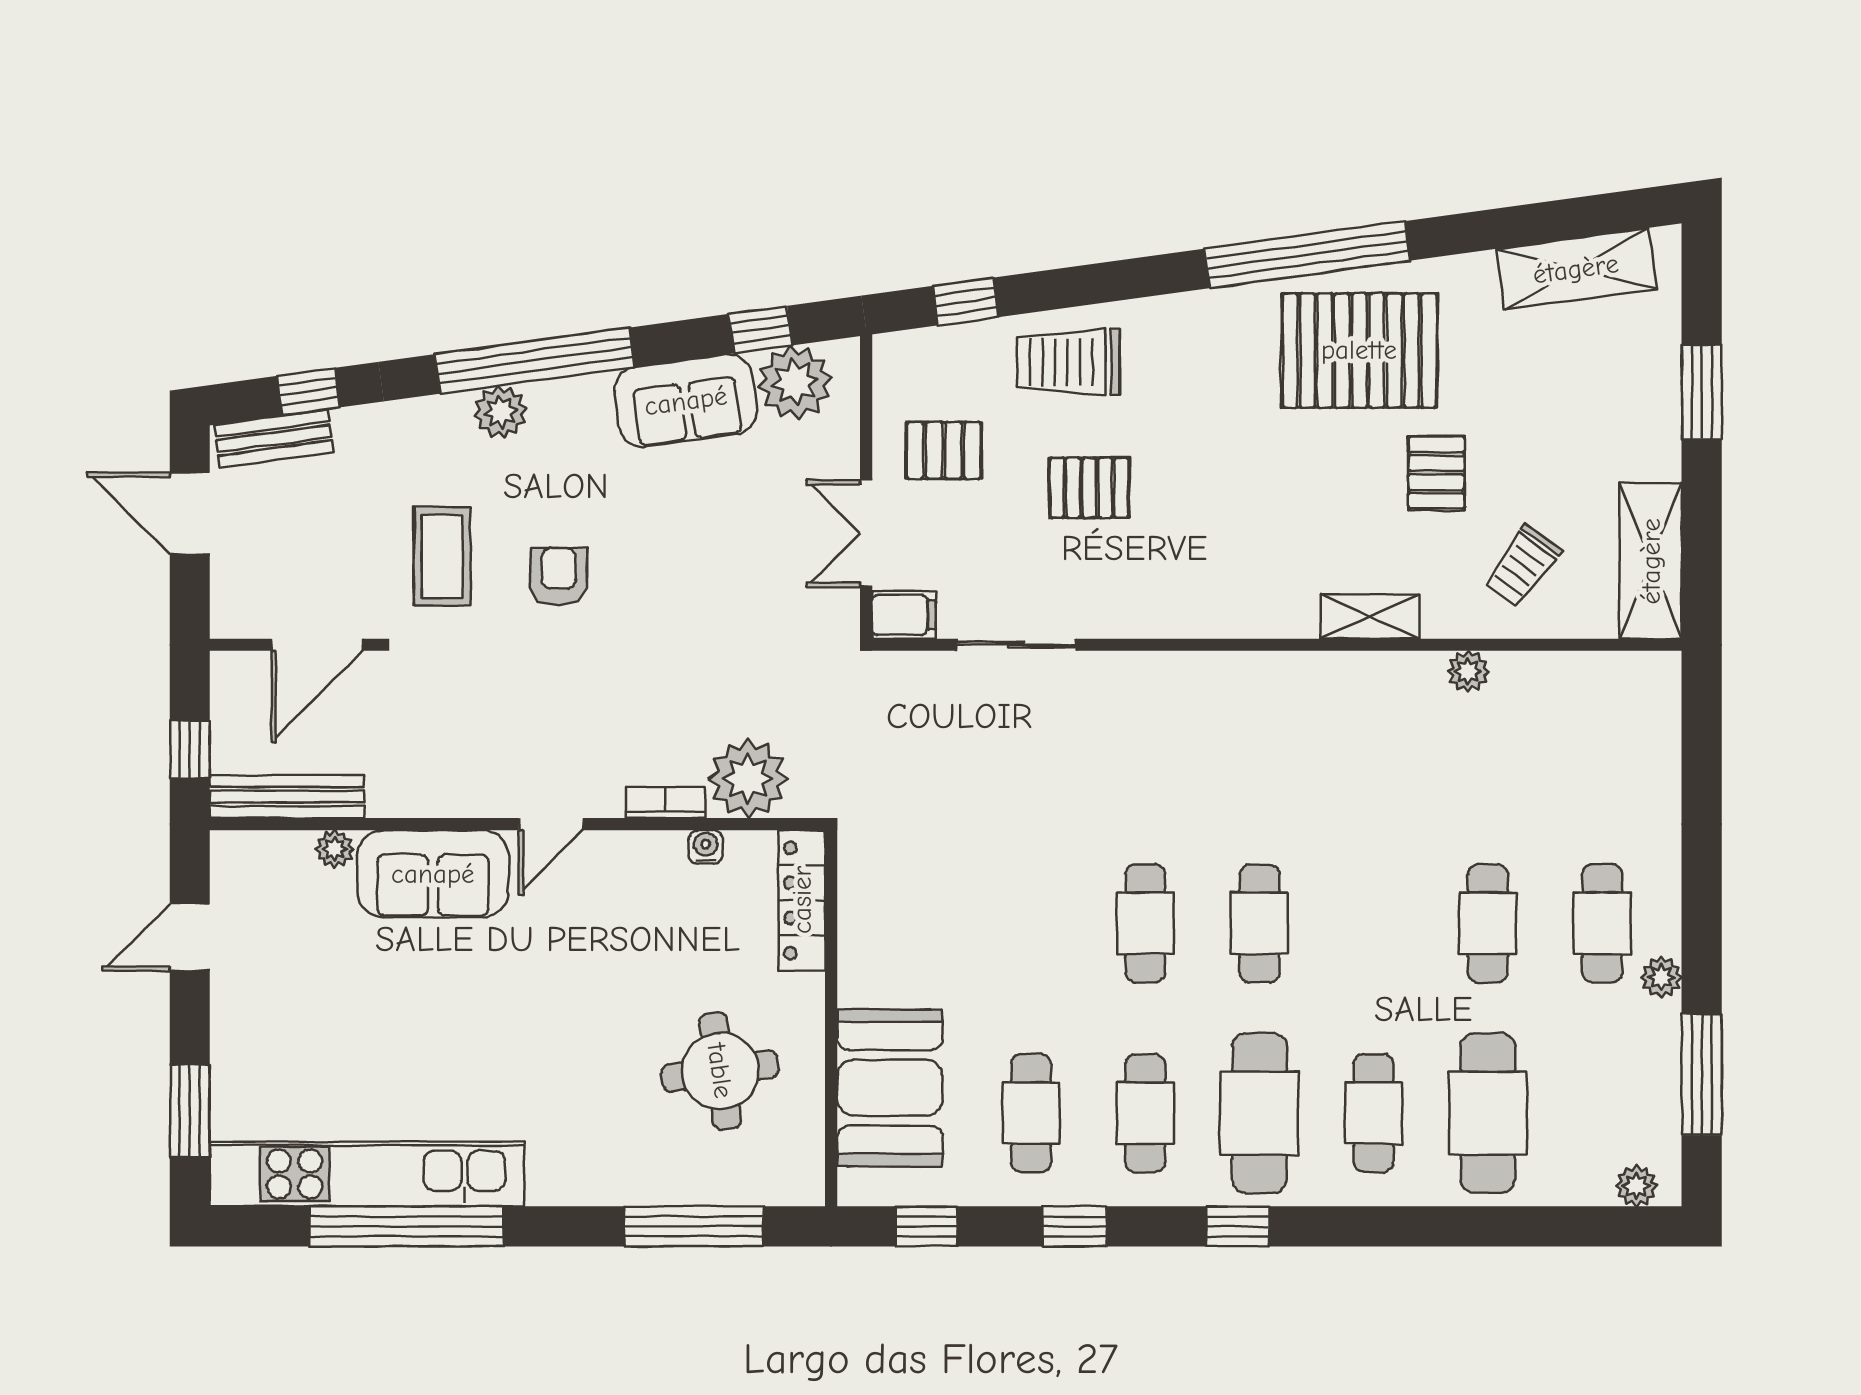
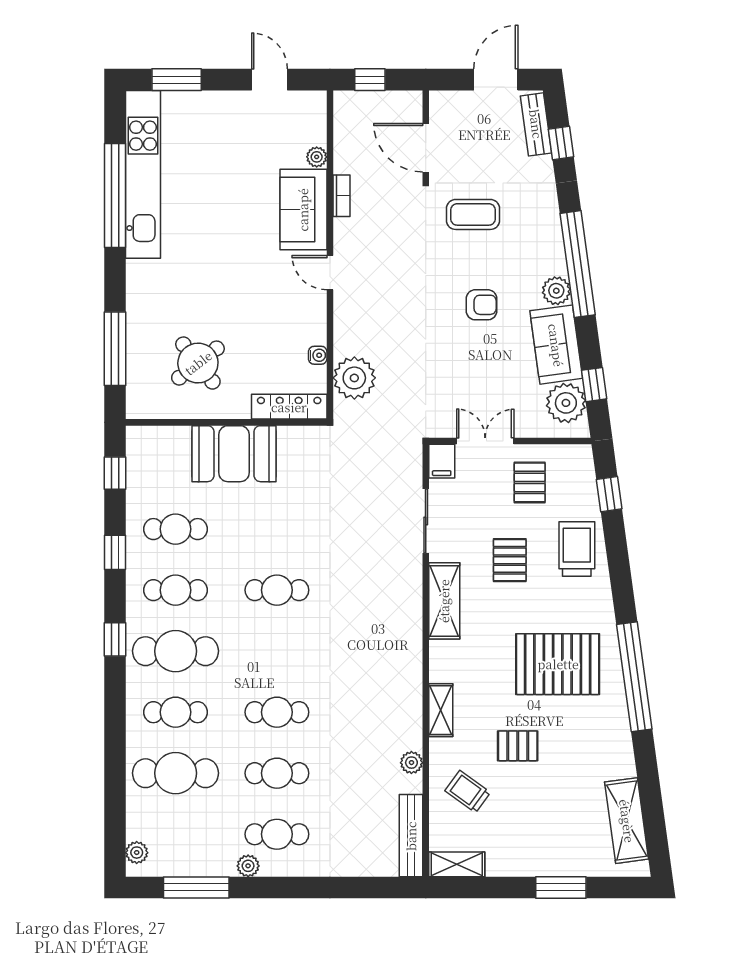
pallet: (1359, 350) -> (558, 664), moved, turned 90
plant: (501, 412) -> (556, 291), moved
shelving: (1651, 561) -> (457, 864), width x0.67, depth x0.75
armchair: (559, 576) -> (481, 305), moved
shelving: (1165, 610) -> (444, 601), added
bench: (287, 796) -> (411, 836), moved
bookcase: (665, 802) -> (342, 196), moved
cafe table: (1259, 923) -> (277, 712), moved
round table: (720, 1071) -> (198, 363), turned -30
booth: (890, 1088) -> (234, 454), moved

